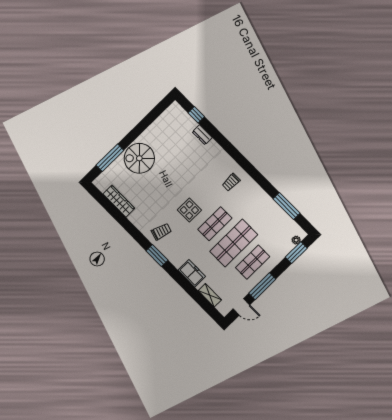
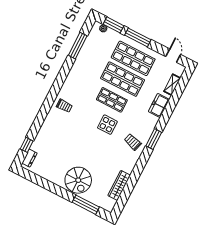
dresser: (202, 135) -> (29, 158), moved
trolley: (231, 182) -> (64, 106), moved
shop shelf: (253, 262) -> (133, 58), width x1.43, depth x1.36
window: (262, 286) -> (138, 37), moved

